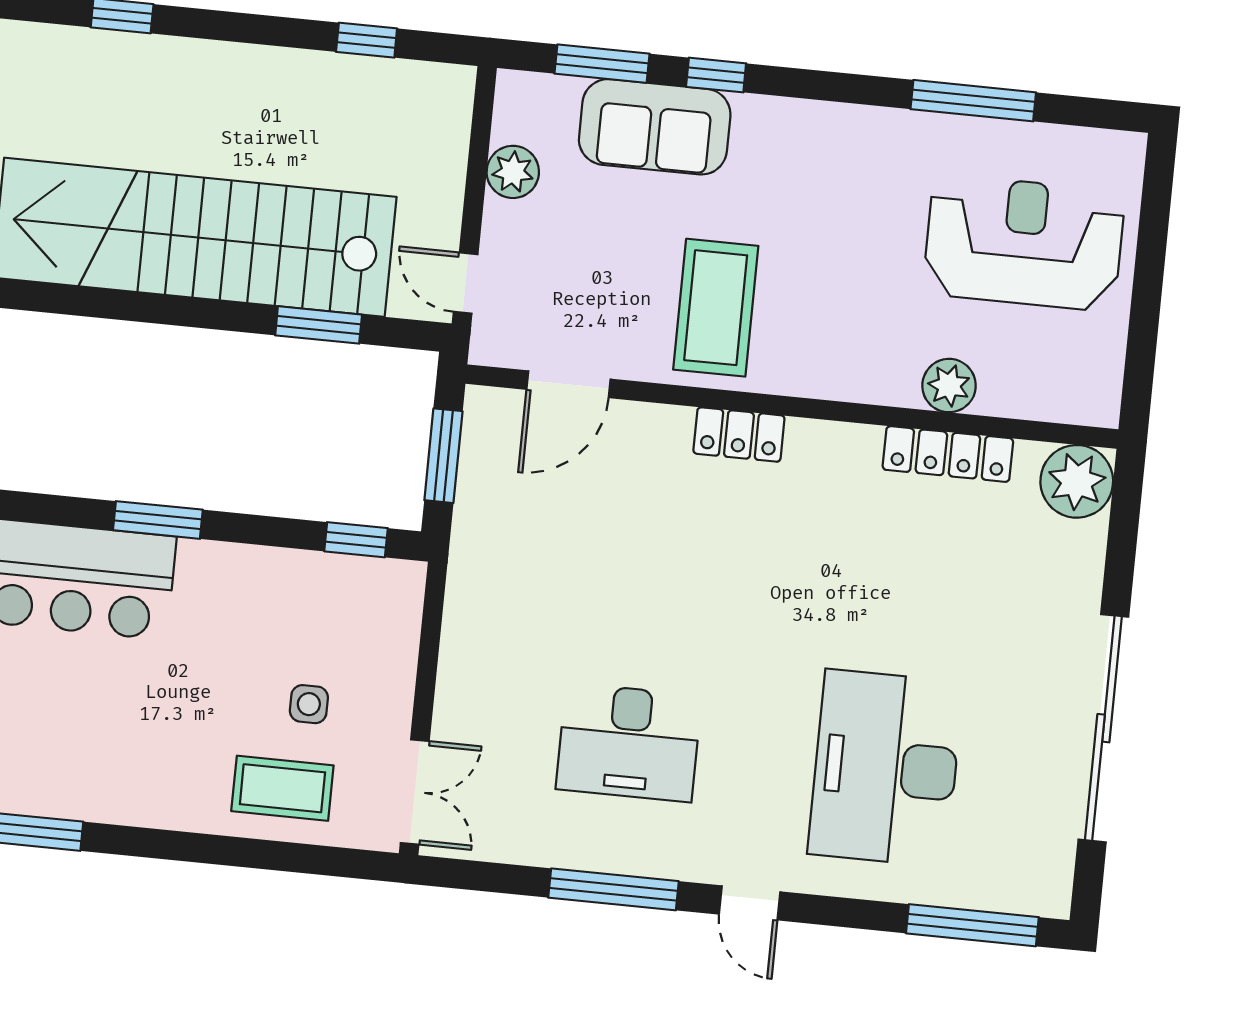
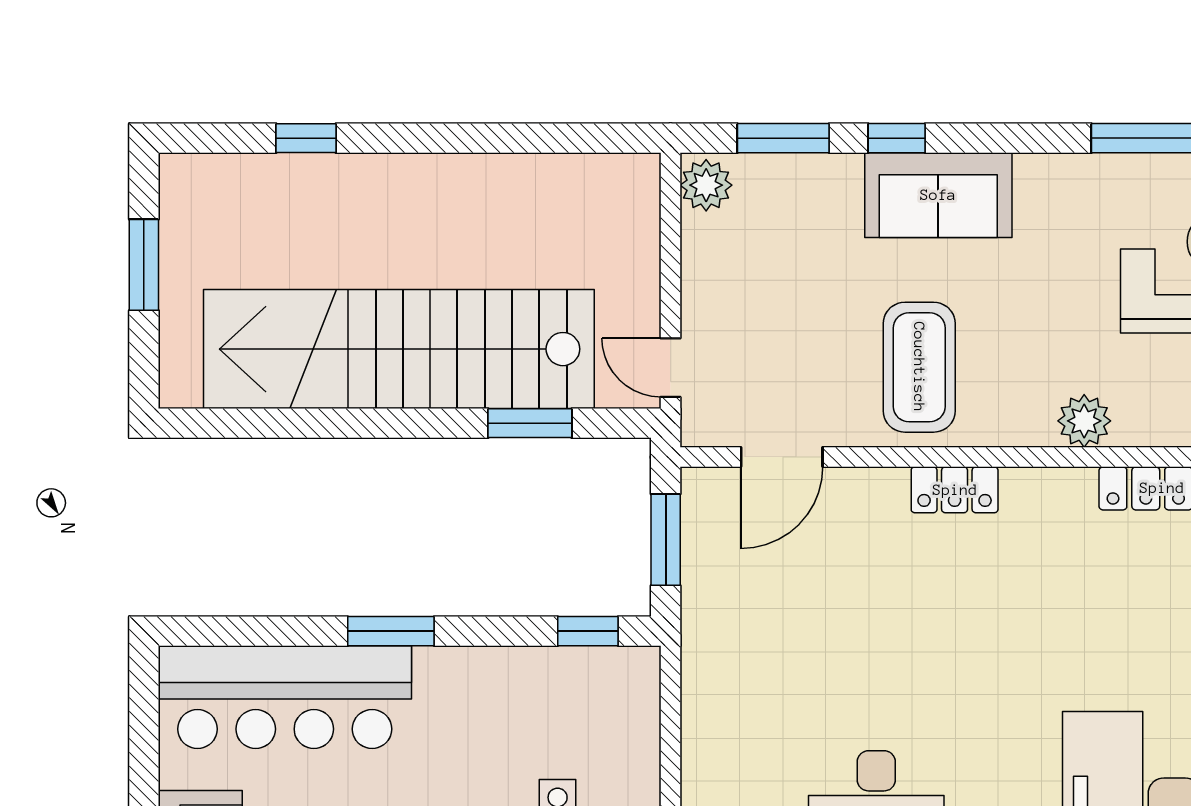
window: (367, 40) -> (549, 138), removed
sofa: (655, 127) -> (938, 195), moved
plant: (513, 172) -> (706, 185), moved
plant: (949, 386) -> (1084, 421), moved

